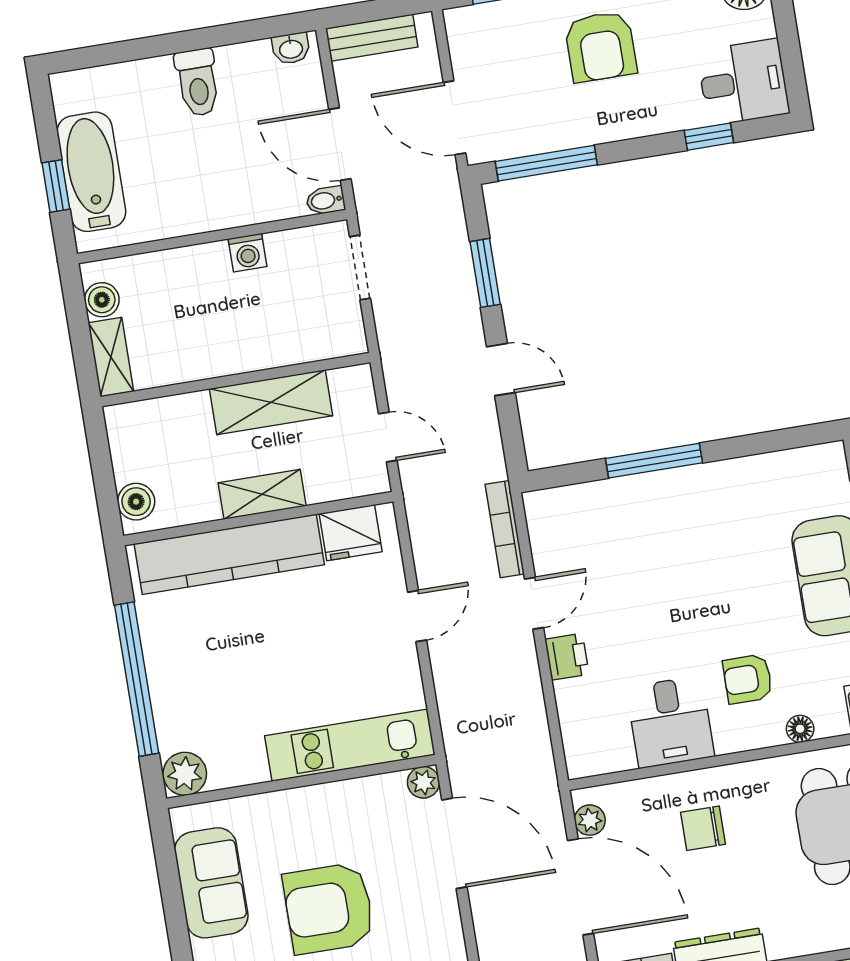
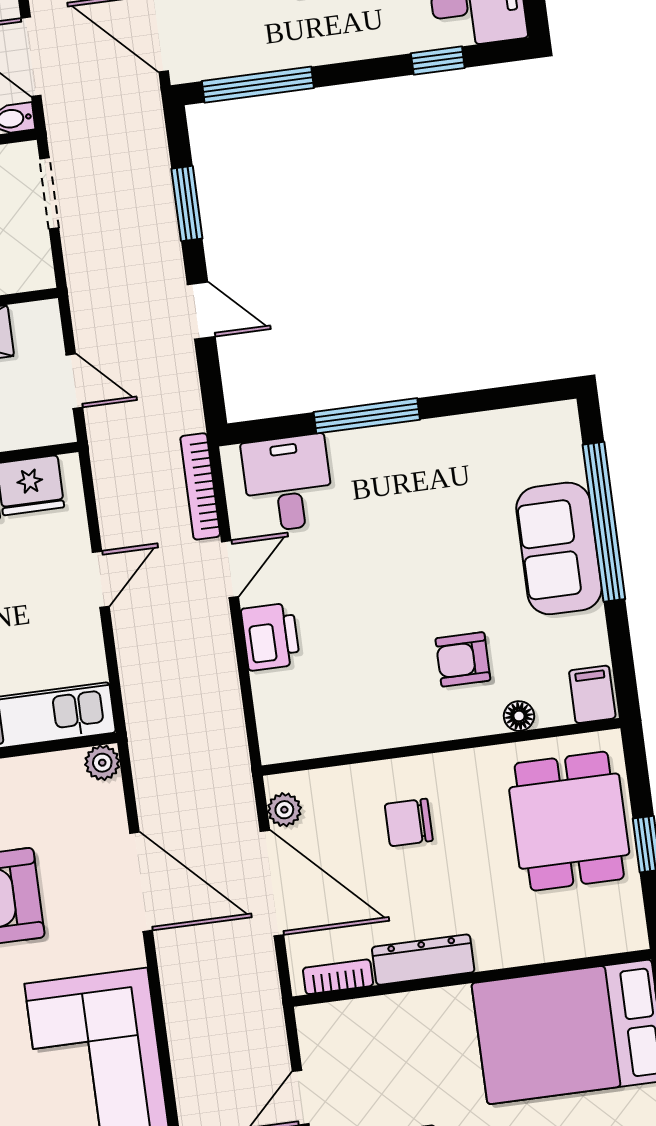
printer: (567, 657) -> (270, 637), width x1.36, depth x1.24
desk: (670, 722) -> (288, 483), moved, turned 180
door: (454, 843) -> (141, 882), moved

